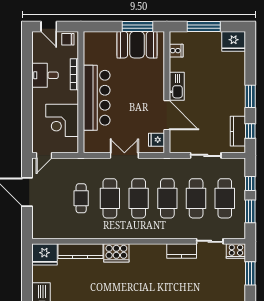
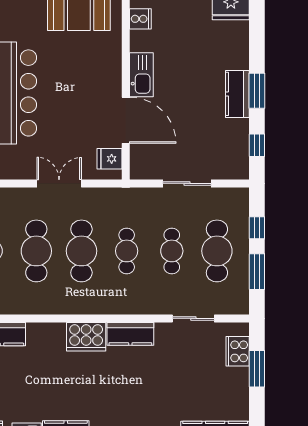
kitchen counter: (238, 131) -> (237, 94), moved
cafe table: (167, 198) -> (127, 251), width x0.73, depth x0.74
cafe table: (196, 198) -> (172, 251), width x0.73, depth x0.74
kitchen counter: (182, 251) -> (130, 334), moved
cooker: (236, 251) -> (238, 351), moved, turned 90
cooker: (116, 253) -> (86, 337), moved

